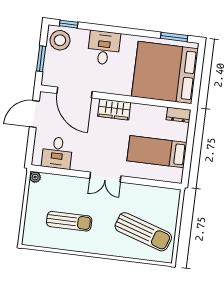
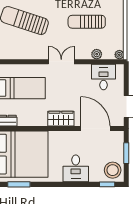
plant: (62, 181) -> (97, 54), added

